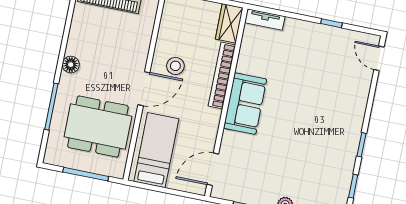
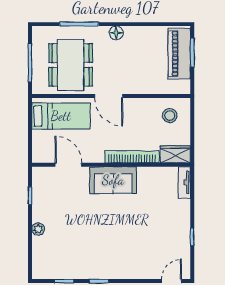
stool: (175, 66) -> (170, 116), moved
door: (213, 169) -> (68, 165), moved

